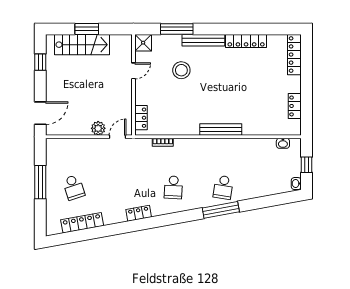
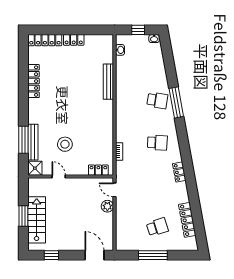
bench: (203, 40) -> (33, 142), moved
stool: (181, 70) -> (65, 144), moved
locker: (295, 106) -> (74, 40), moved
bench: (221, 130) -> (108, 82), moved

